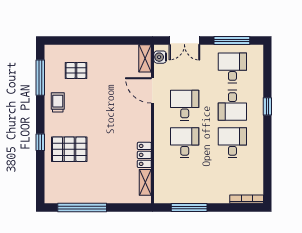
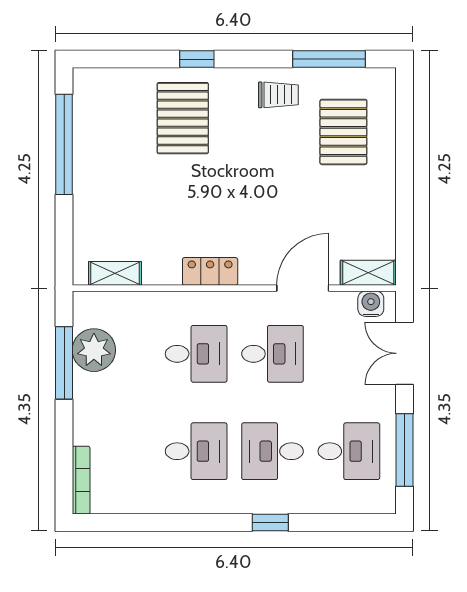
pallet: (76, 70) -> (343, 132), width x1.50, depth x1.42
locker: (144, 155) -> (210, 271), moved
plant: (183, 193) -> (94, 350), added

